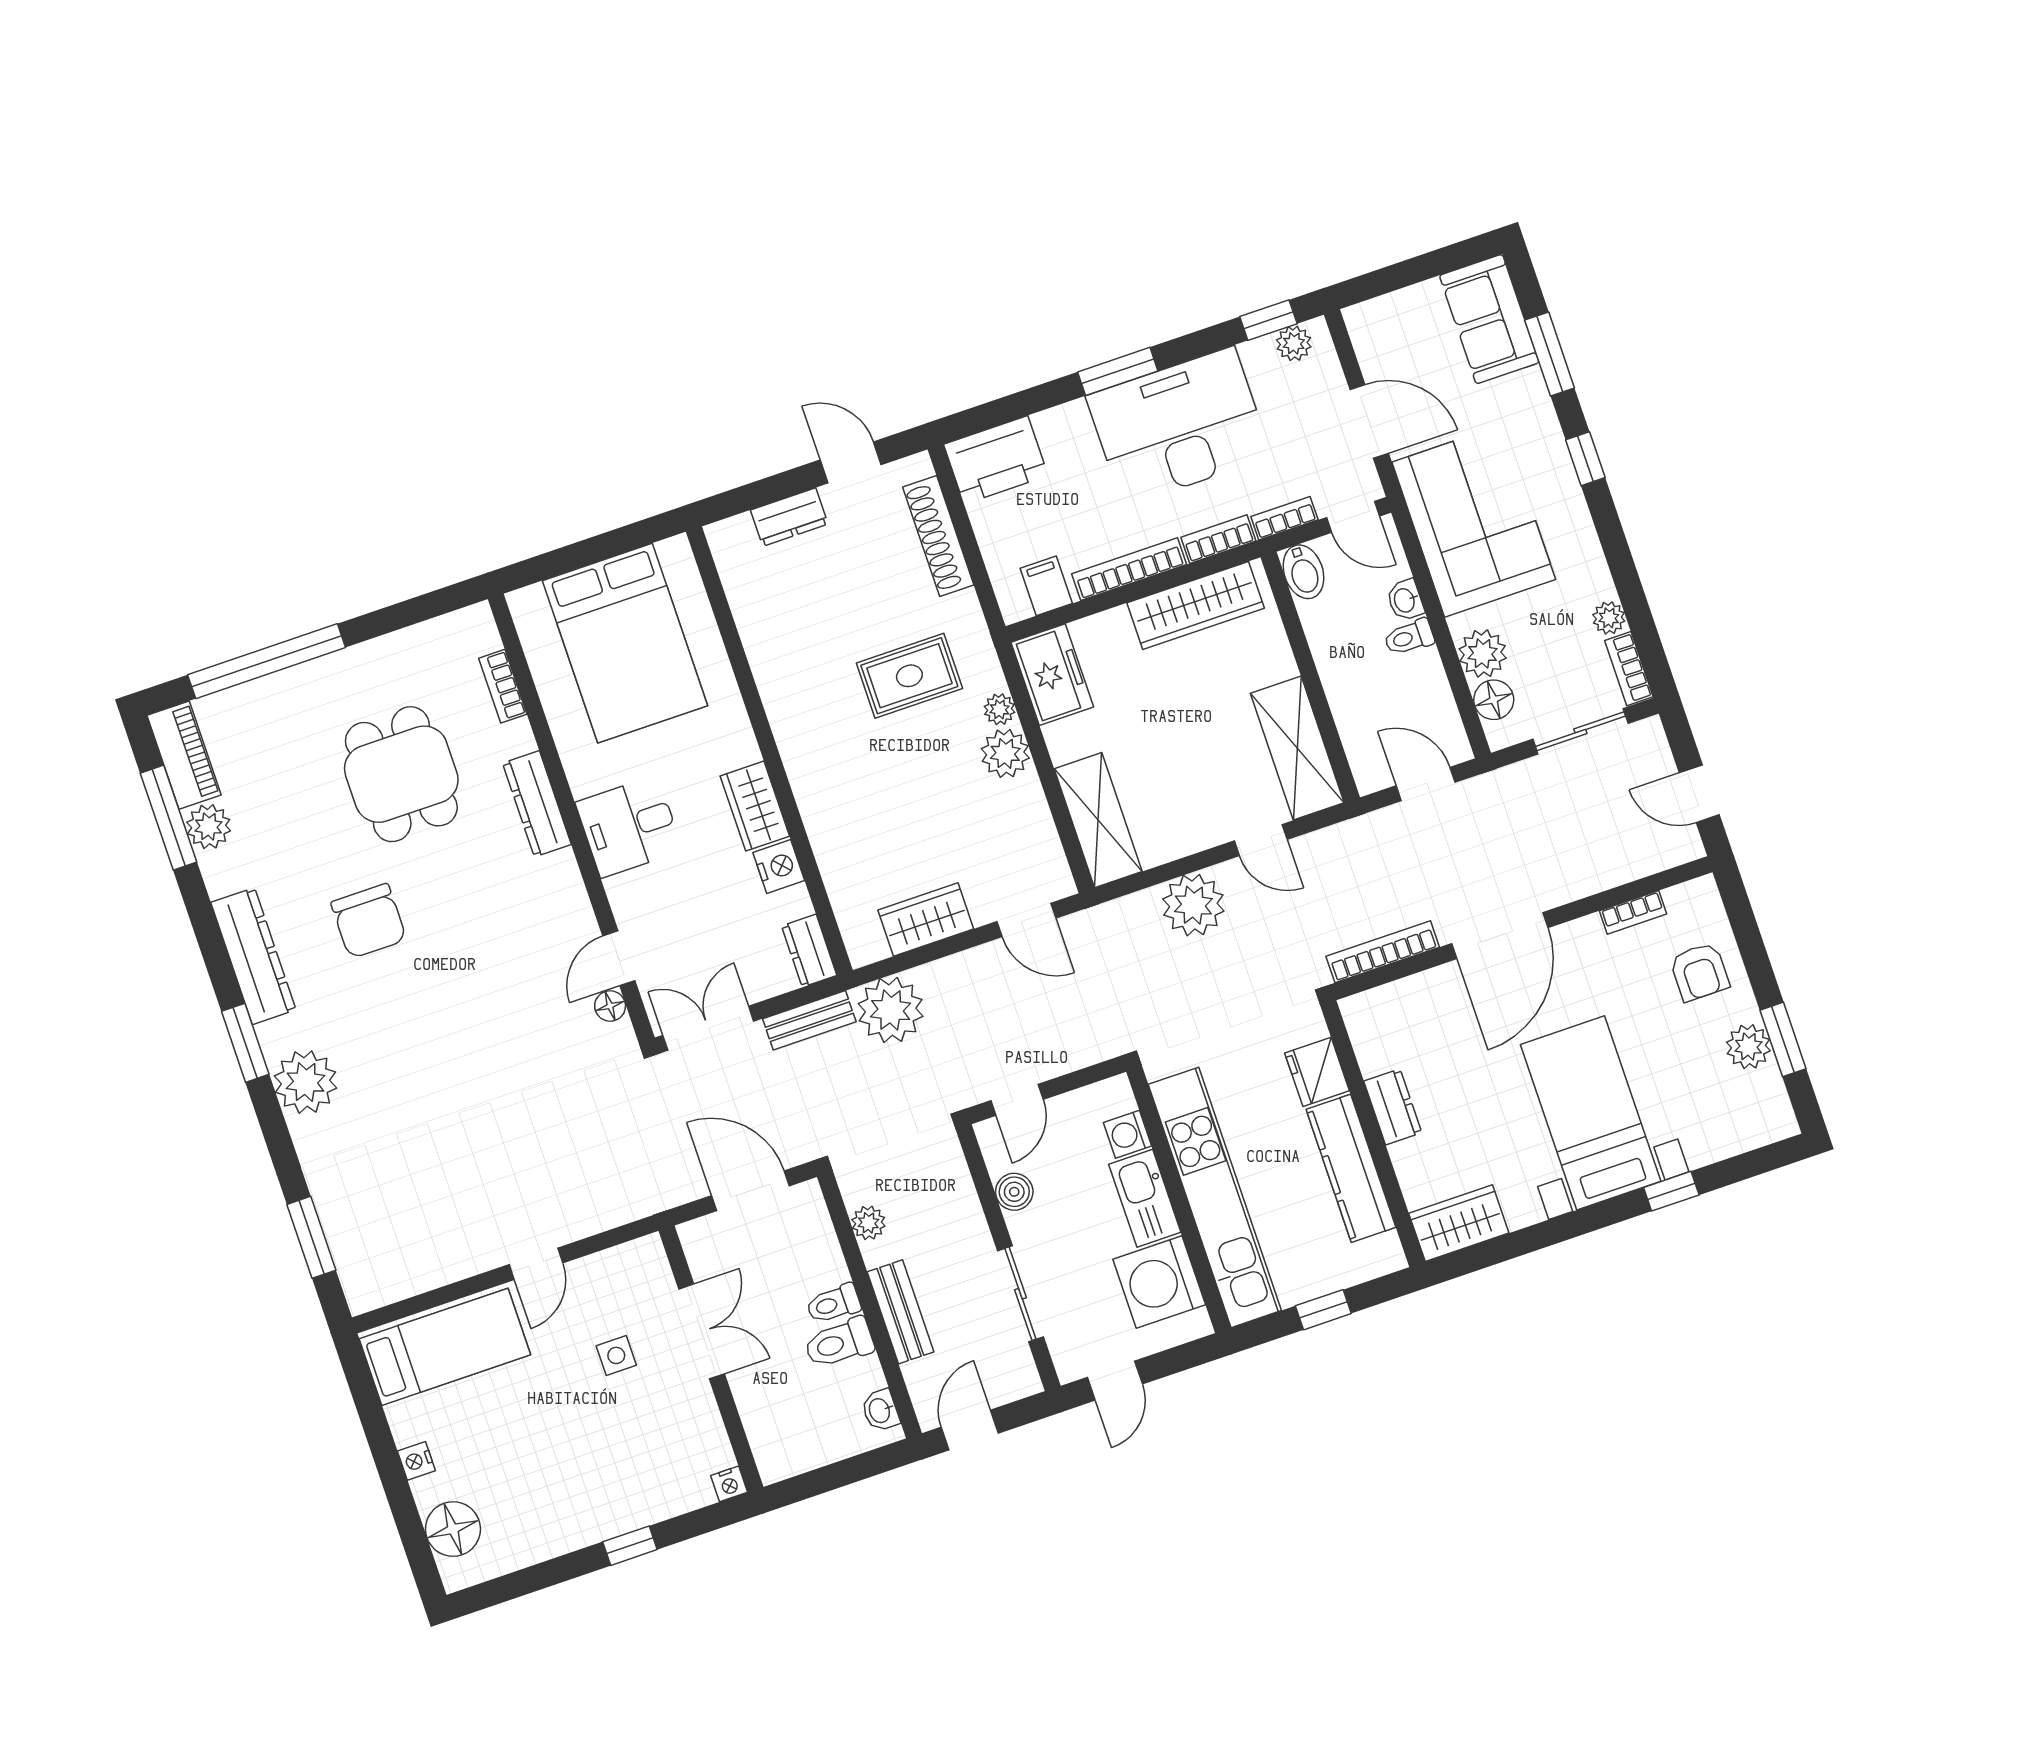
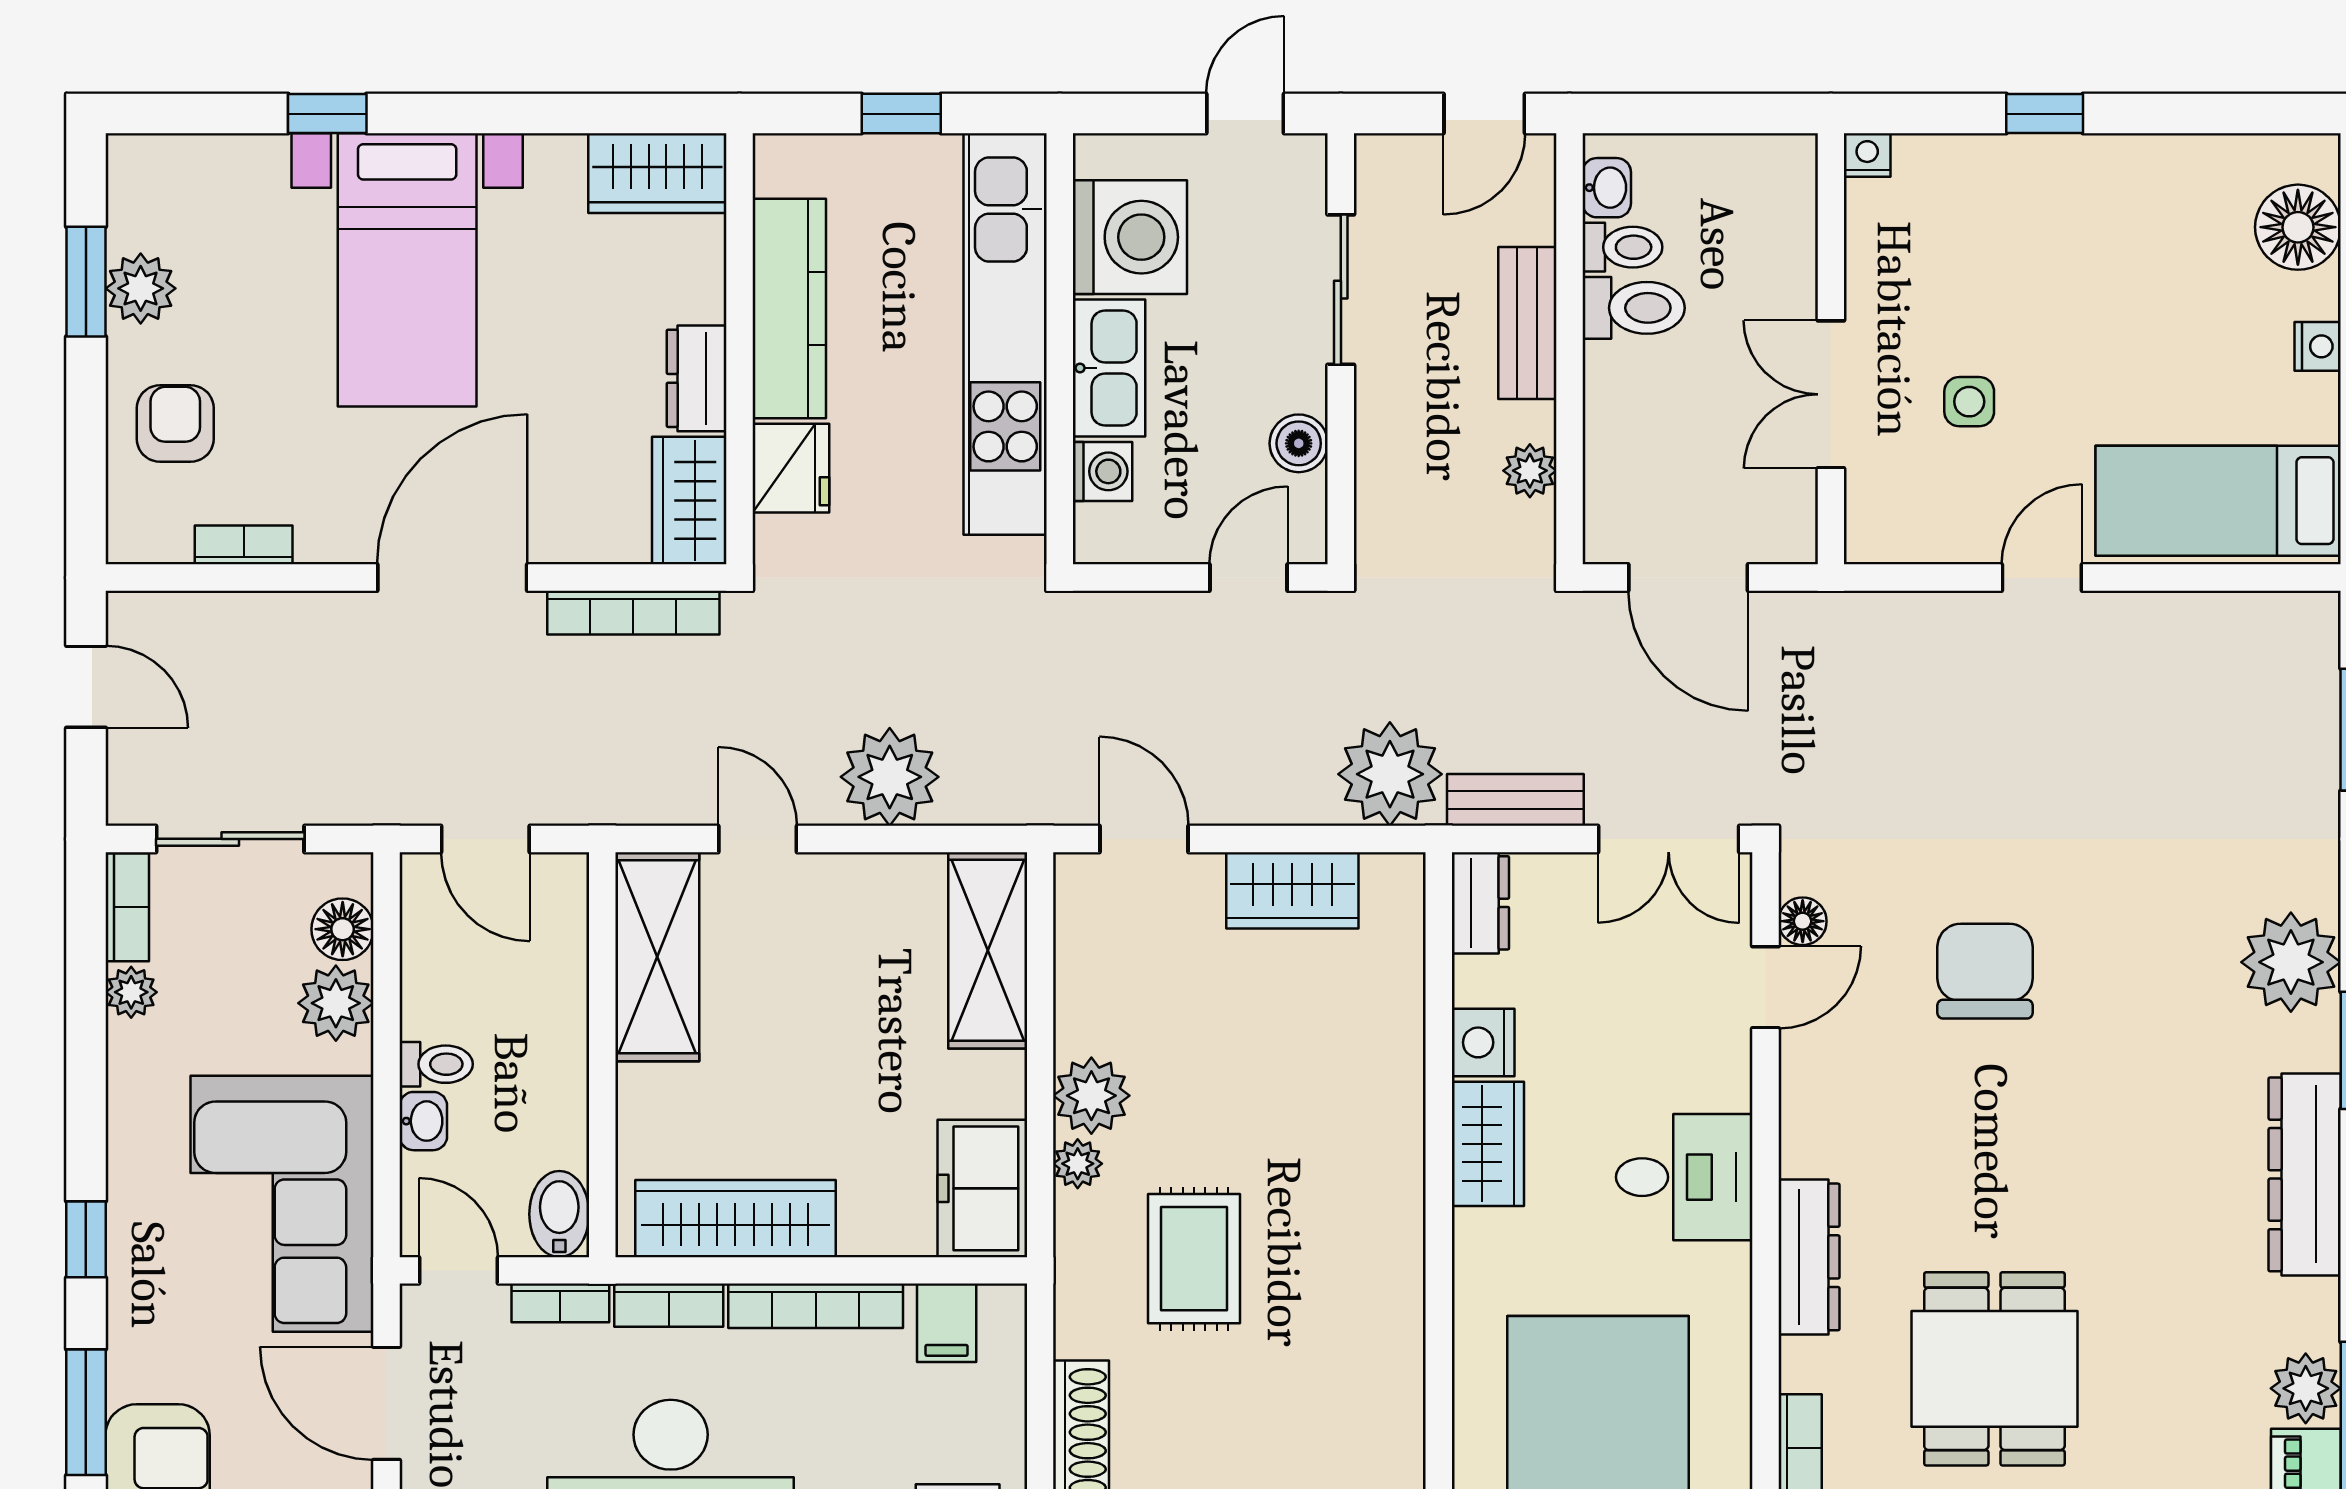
rug: (909, 676) -> (1194, 1259), turned 90
chair: (369, 921) -> (1985, 971), moved
wardrobe: (1372, 1031) -> (689, 501), added
toilet: (833, 1304) -> (1622, 247), moved

